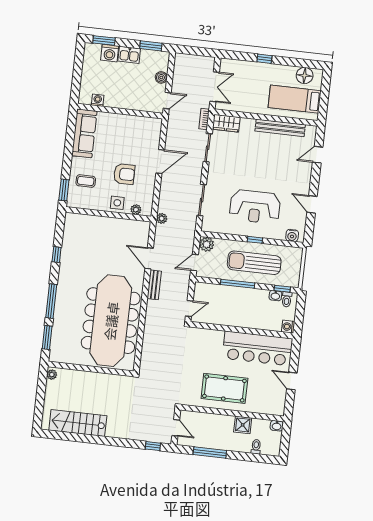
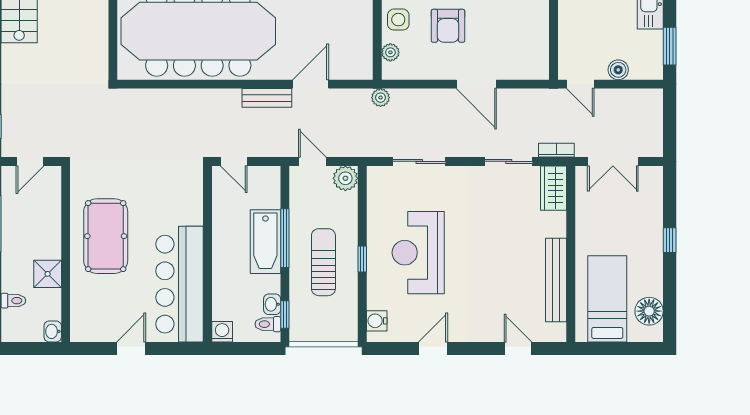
sun lounger: (254, 263) -> (323, 262), width x0.73, depth x0.75
bathtub: (238, 295) -> (265, 242), added

